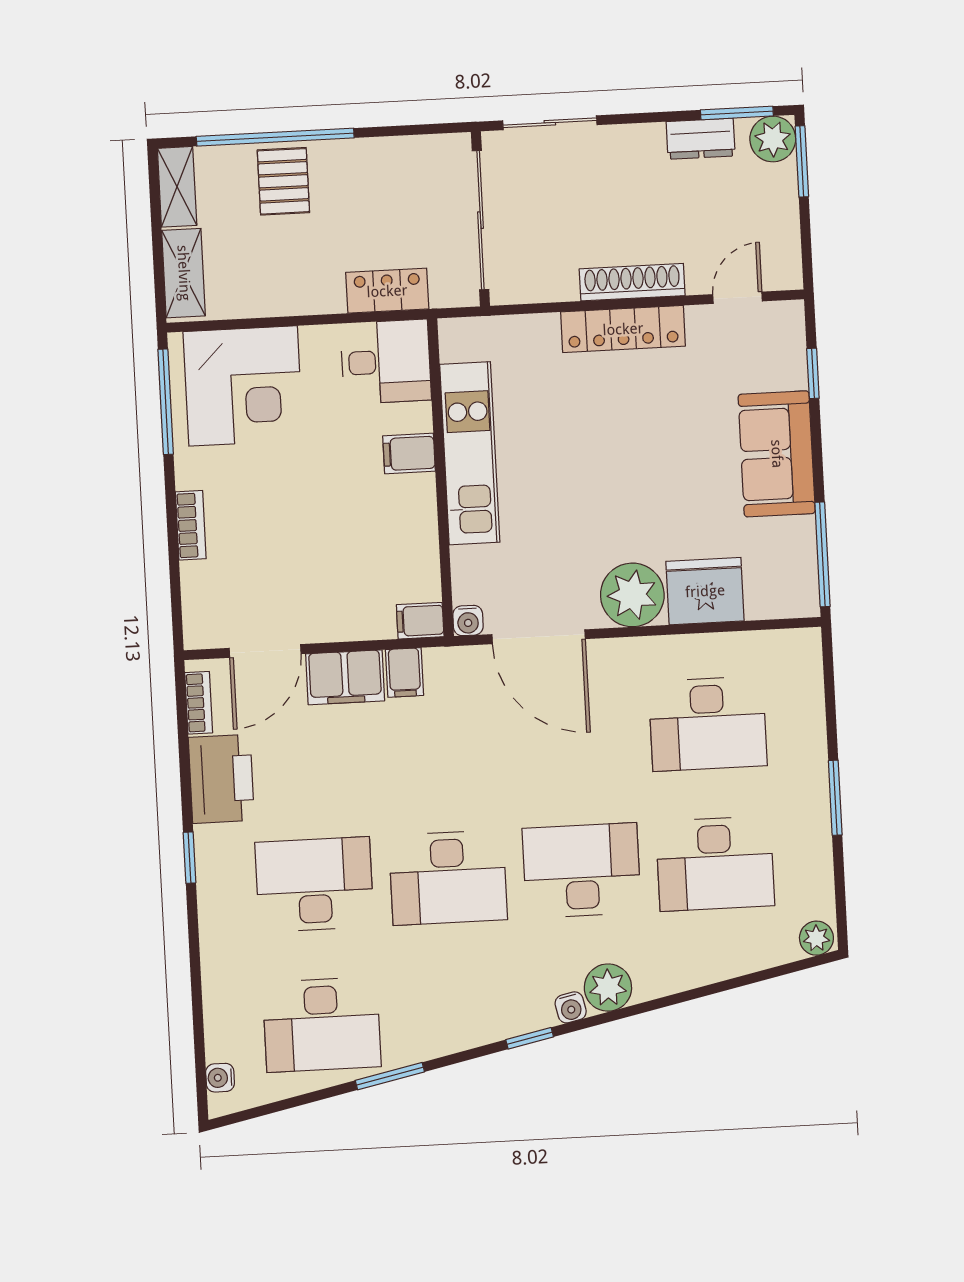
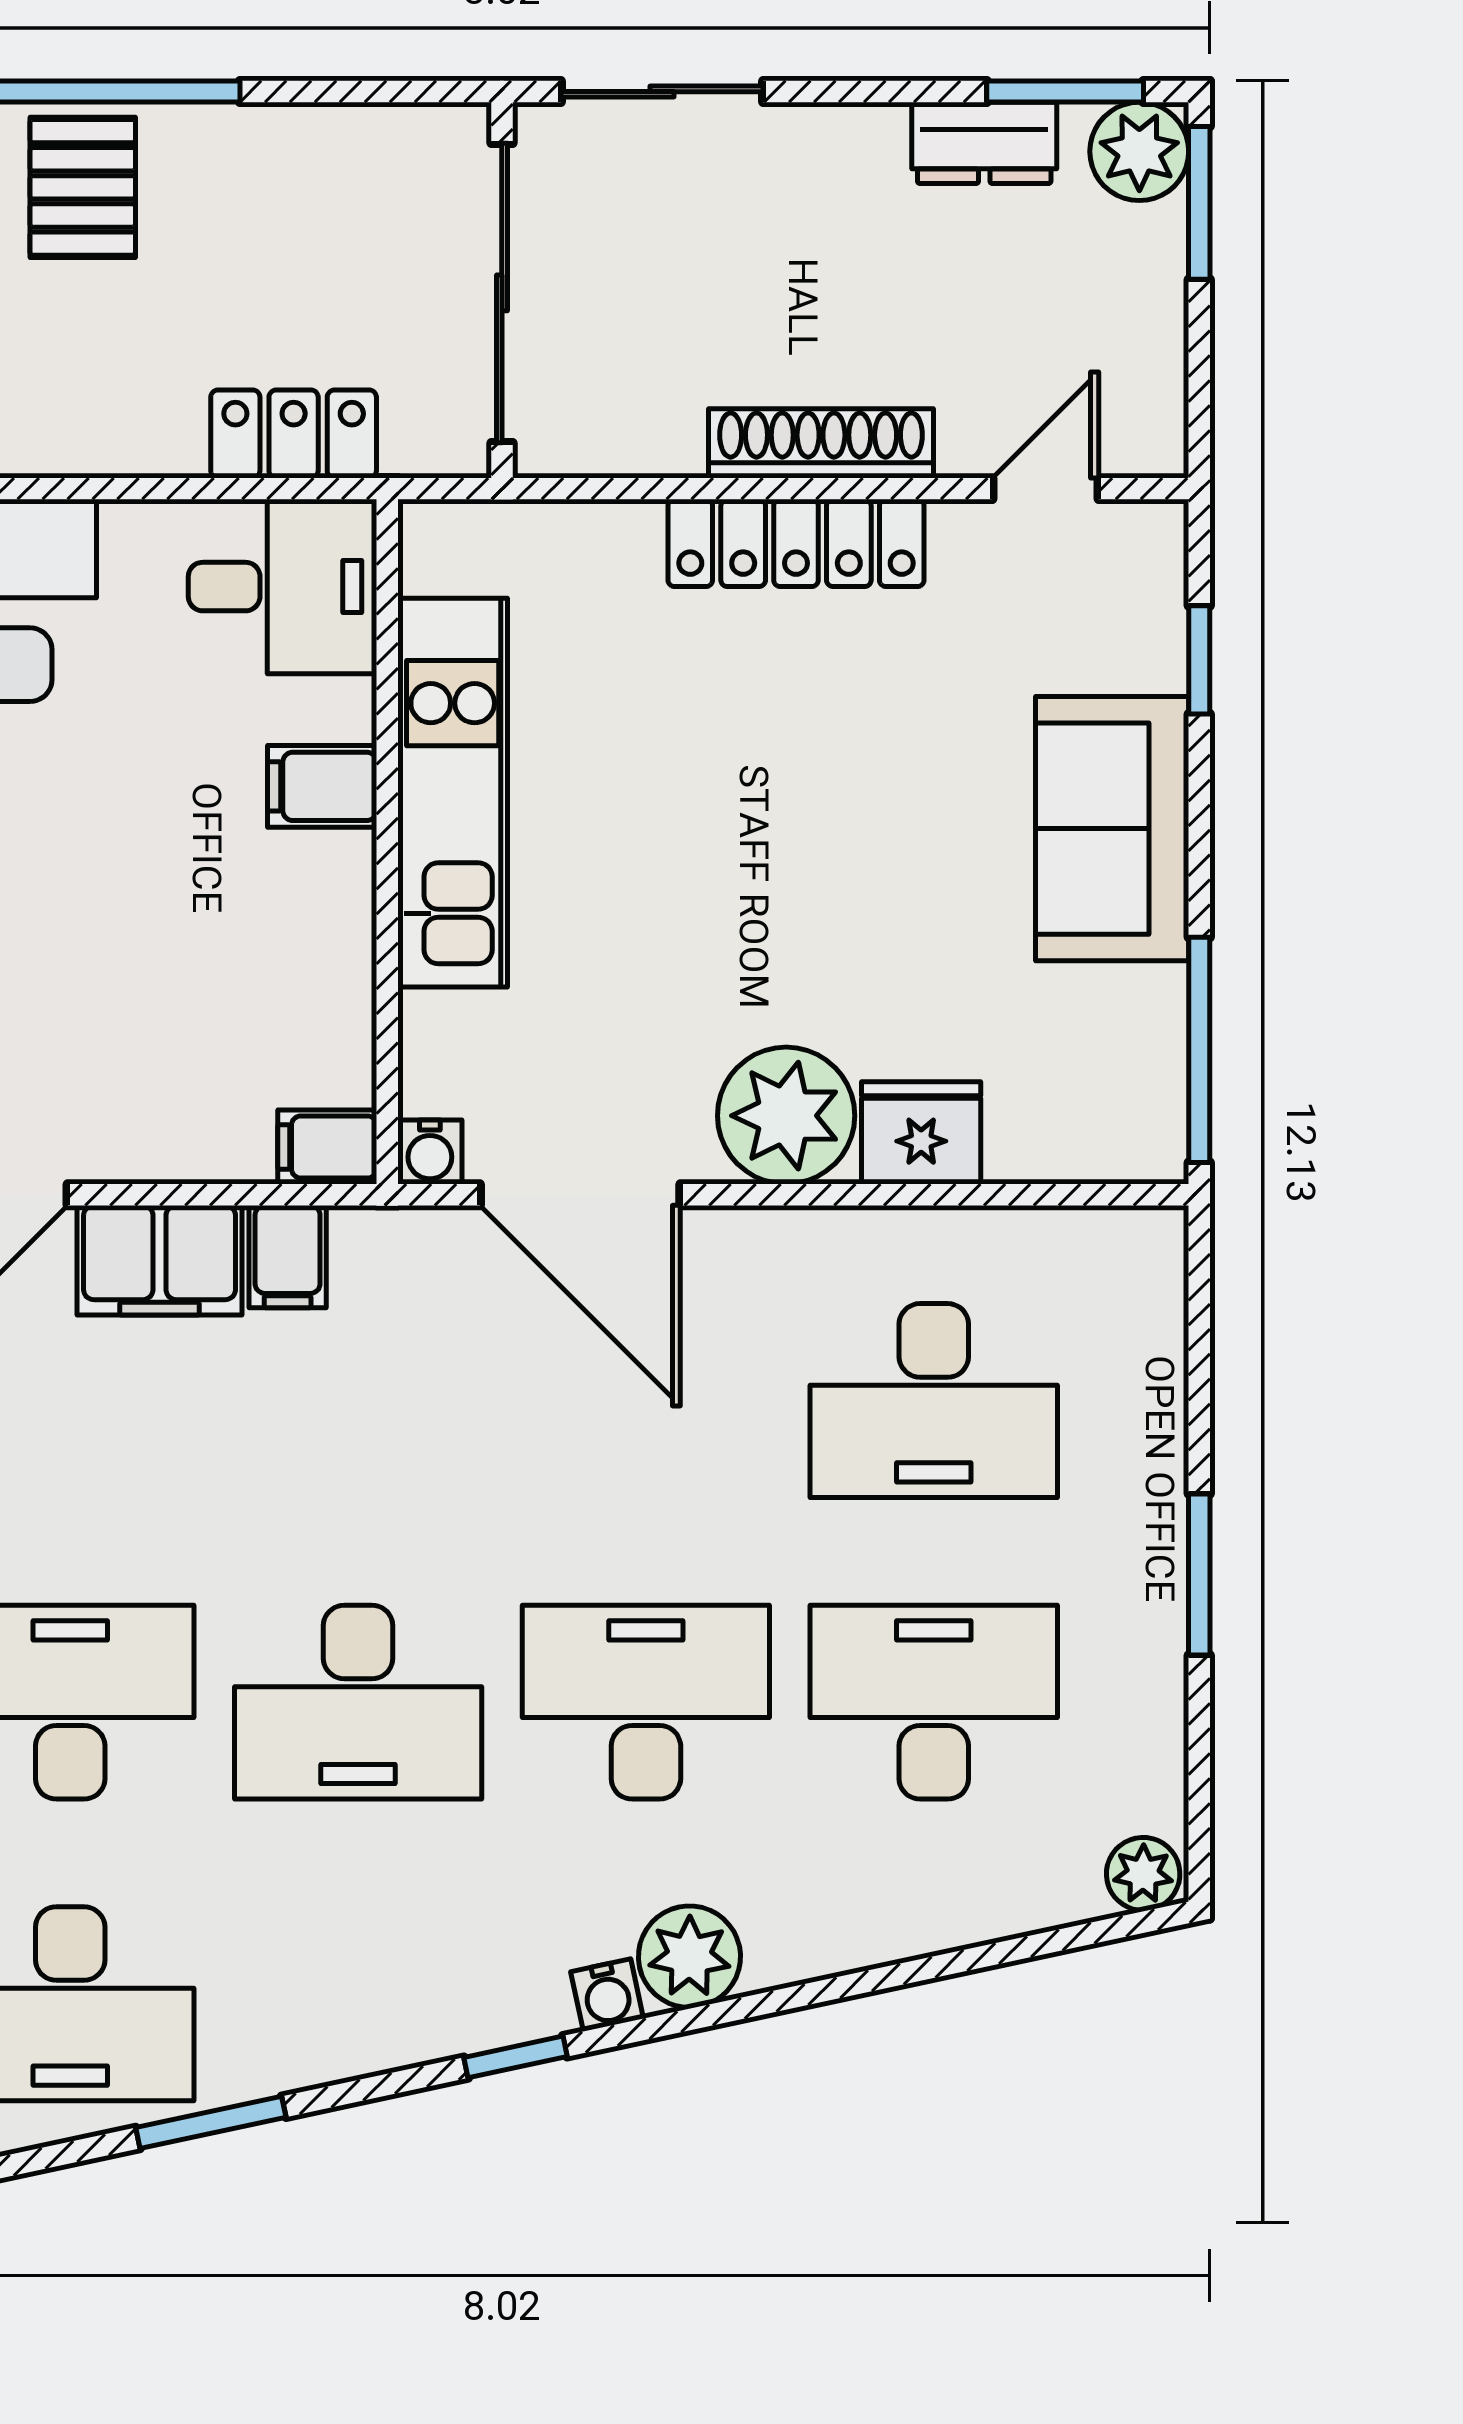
fridge: (705, 591) -> (921, 1133), width x0.73, depth x0.75
desk: (715, 864) -> (934, 1702), turned 180

